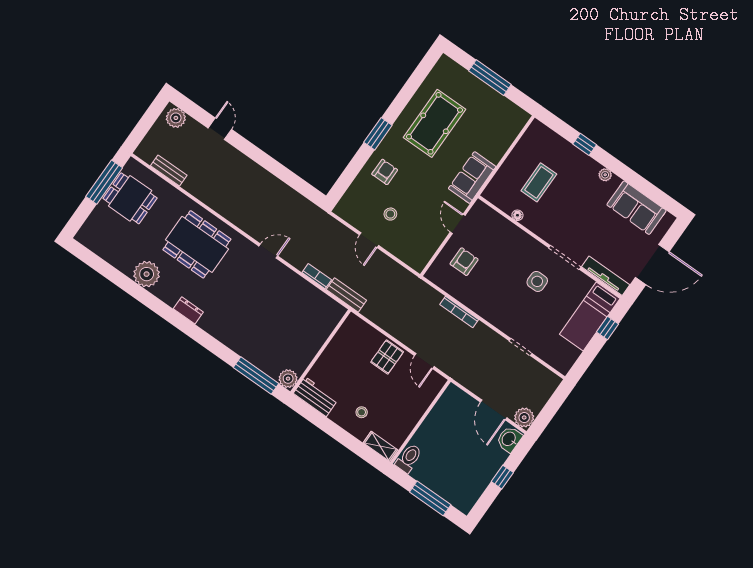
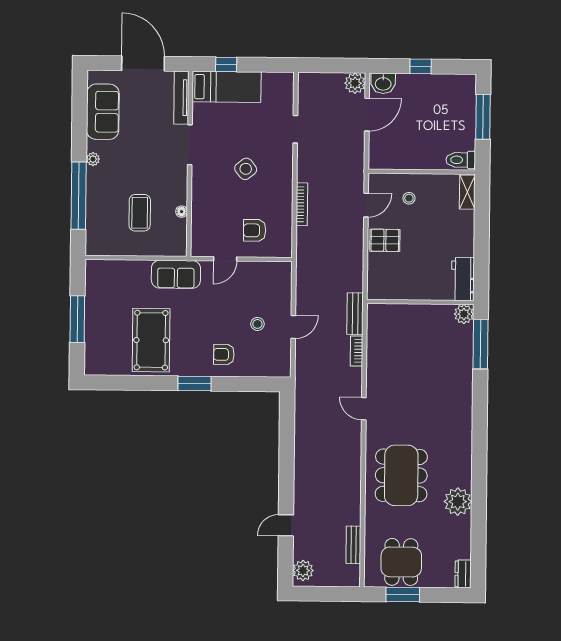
pool table: (434, 123) -> (151, 340), turned 90
window: (585, 144) -> (79, 196), width x3.17
window: (104, 182) -> (403, 595), width x0.69
coffee table: (539, 182) -> (140, 213), turned 90
side table: (537, 281) -> (246, 169), moved, turned -38
dresser: (188, 310) -> (463, 574), moved
stool: (362, 412) -> (409, 198), moved

